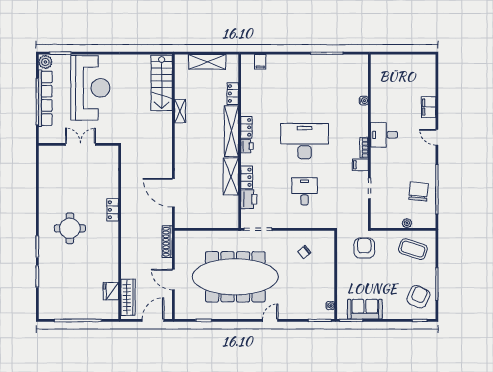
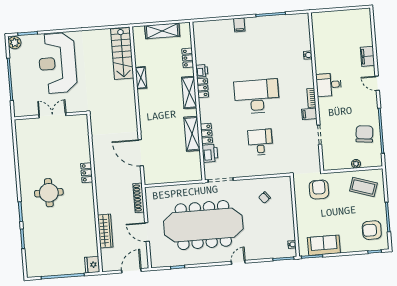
filing cabinet: (260, 62) -> (239, 25), moved
reception desk: (90, 88) -> (57, 63), turned 180
row of seats: (45, 98) -> (17, 76), removed
shelving: (231, 131) -> (189, 92), width x0.68
printer: (247, 146) -> (202, 71), moved
fridge: (111, 291) -> (92, 265), moved
wardrobe: (128, 297) -> (105, 231), moved
armchair: (418, 297) -> (372, 230), turned -115

